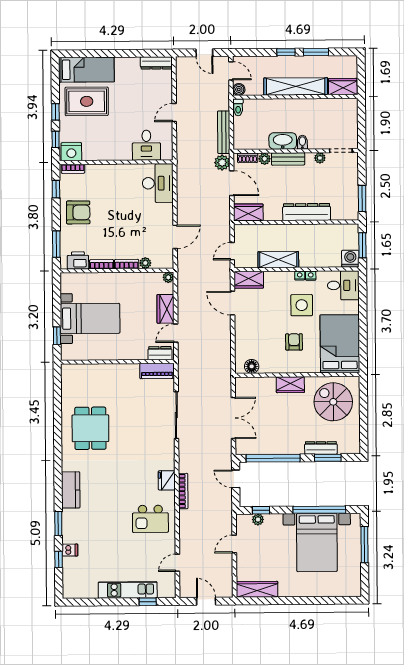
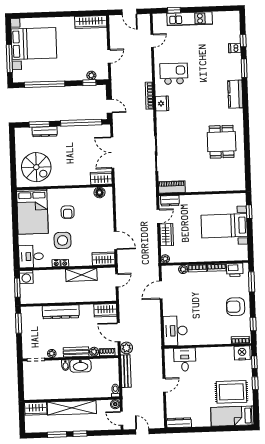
wardrobe: (290, 385) -> (101, 178), moved
bed with nightstands: (317, 542) -> (34, 44), moved, turned 90

